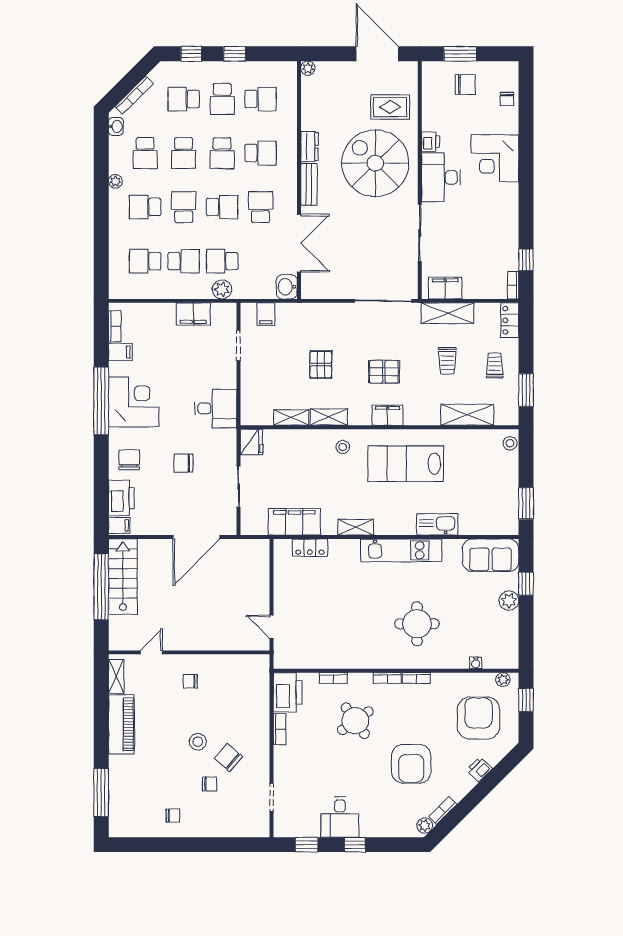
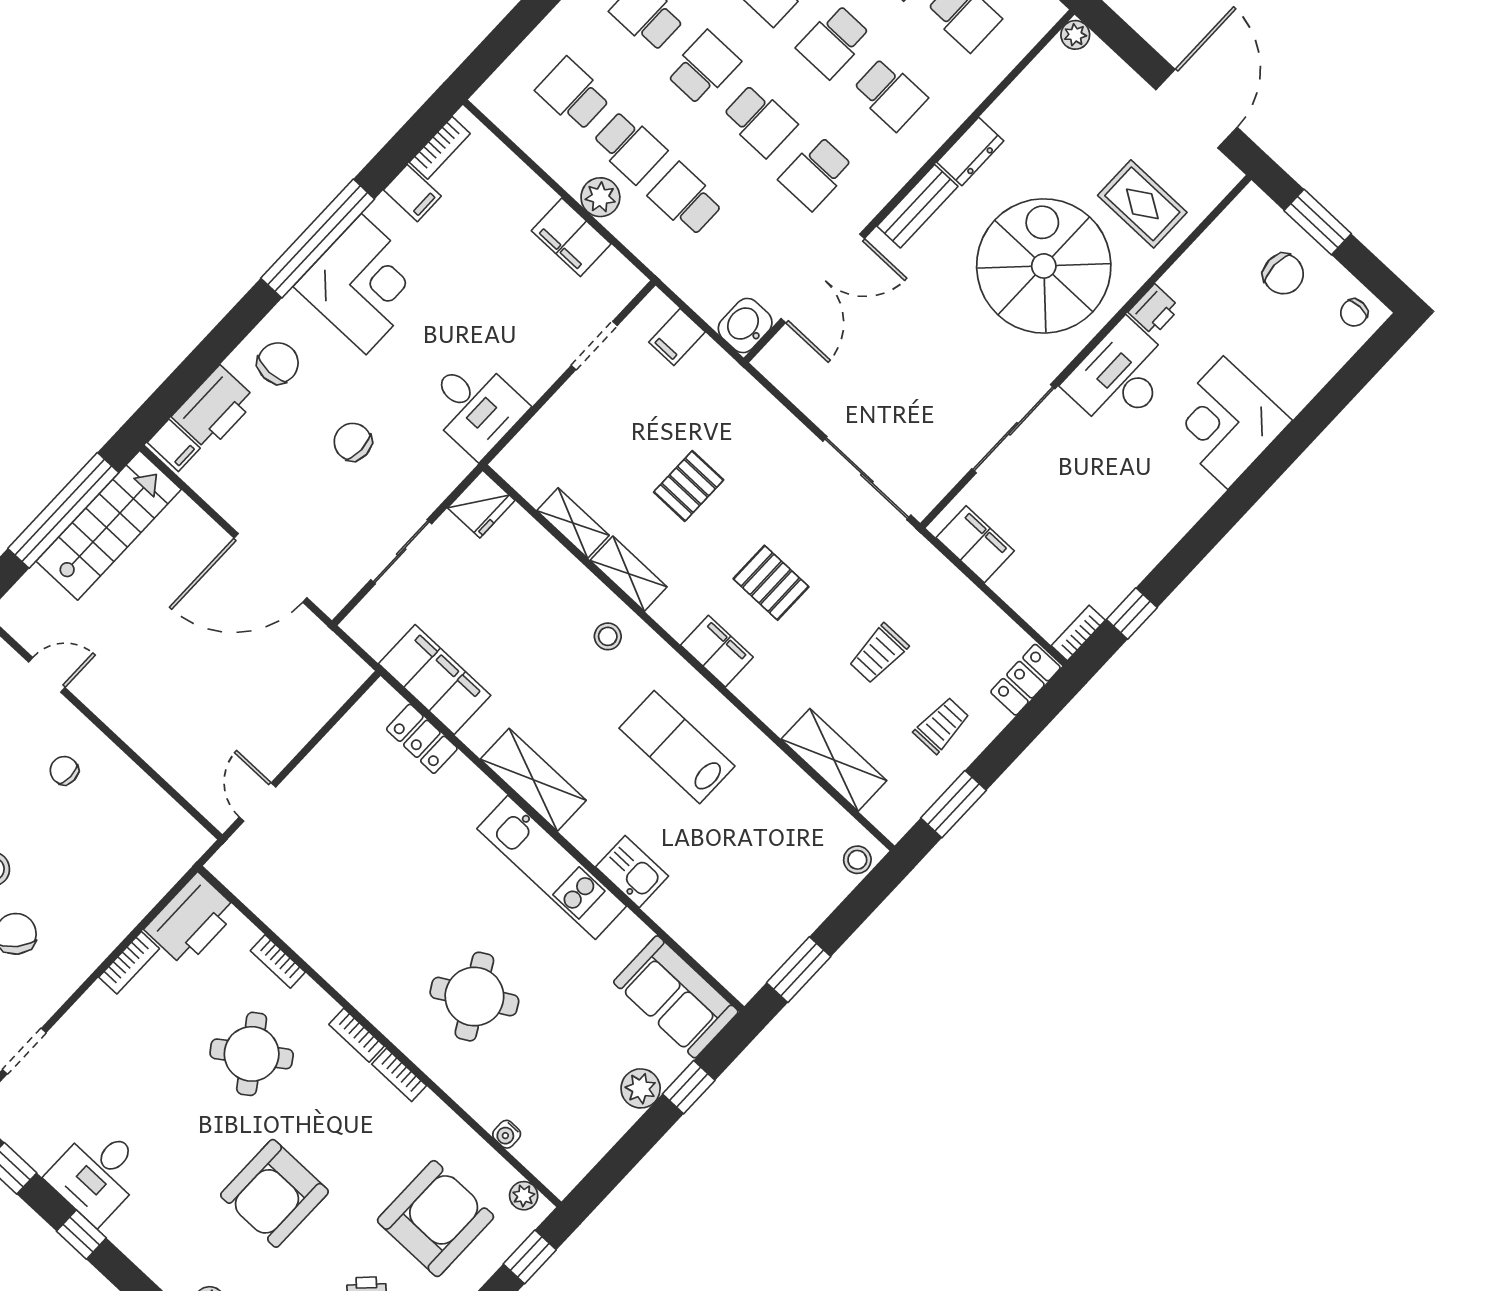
chair: (507, 99) -> (1354, 313), moved
school desk: (261, 207) -> (816, 173), turned 180
plant: (222, 289) -> (600, 197), moved
shelving: (447, 313) -> (944, 584), removed
lab bench: (406, 464) -> (677, 747), width x0.73, depth x0.72
kitchen sink: (437, 524) -> (632, 872), width x0.73
shelving: (356, 527) -> (533, 780), width x1.50, depth x1.33
round table: (417, 624) -> (474, 997), turned -30

